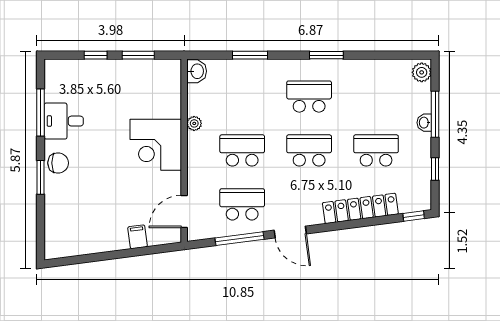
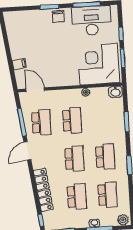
school desk: (376, 97) -> (108, 195), added
desk: (64, 121) -> (92, 21), width x1.87, depth x1.30
corner desk: (156, 145) -> (99, 64), moved, width x1.36, depth x1.36

